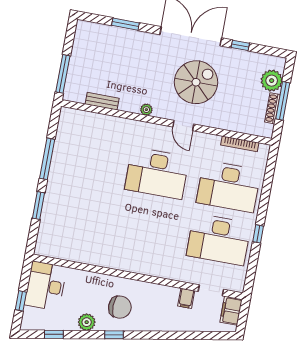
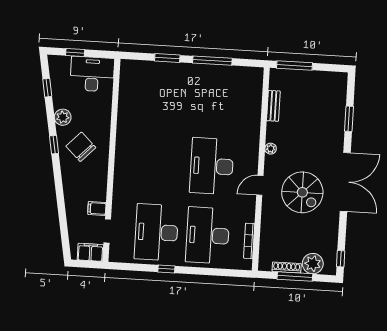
window: (240, 45) -> (341, 259), moved
chair: (120, 307) -> (81, 147), turned 134

